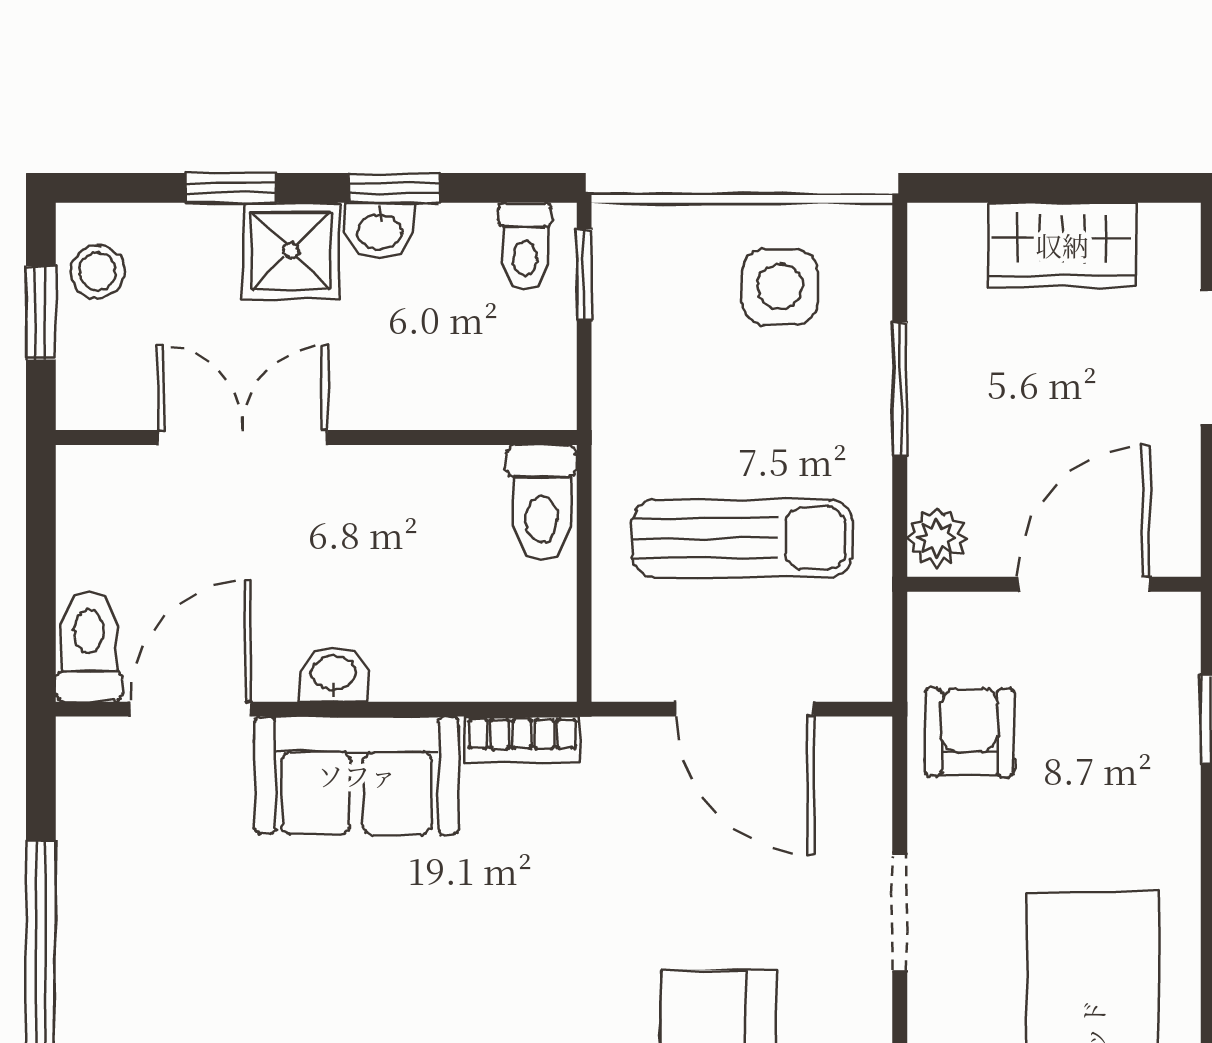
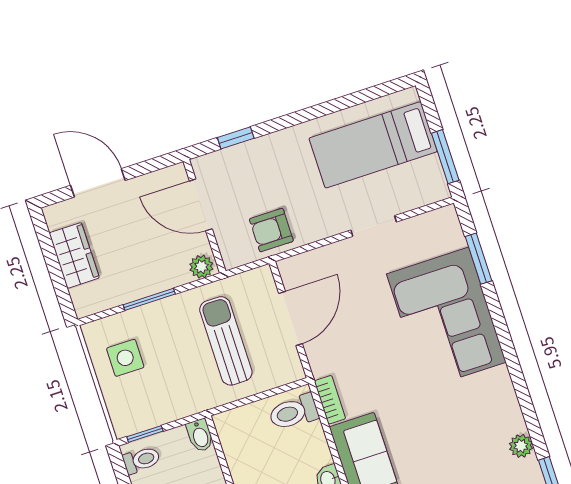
bidet: (538, 404) -> (200, 435), added
toilet: (542, 503) -> (294, 412), moved, turned 180
doorway: (900, 913) -> (374, 226), moved

